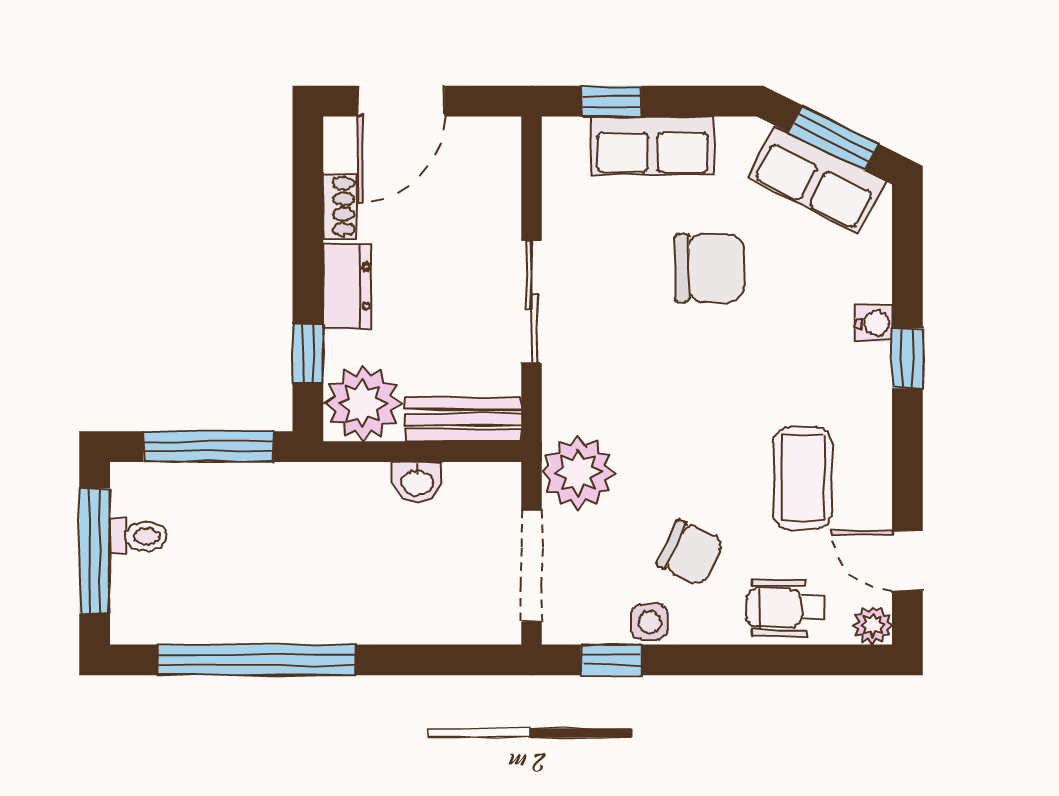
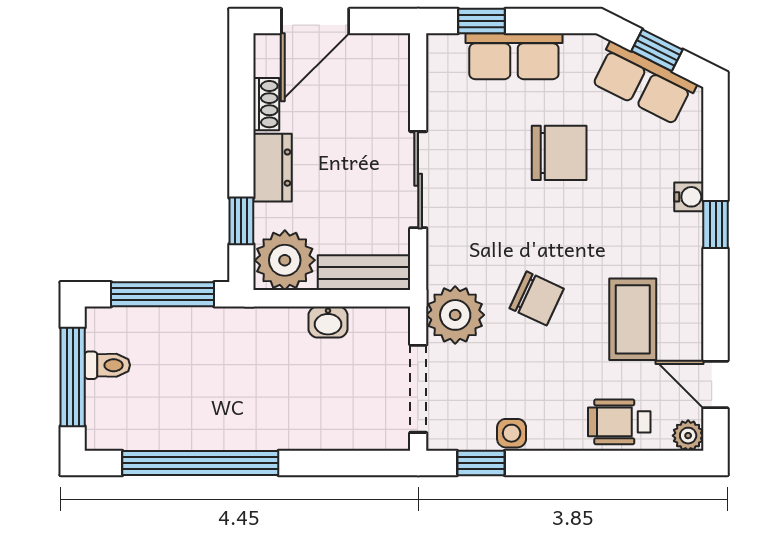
window: (833, 138) -> (657, 50), width x0.67
chair: (690, 553) -> (537, 298), moved

